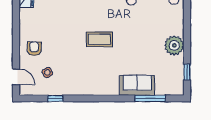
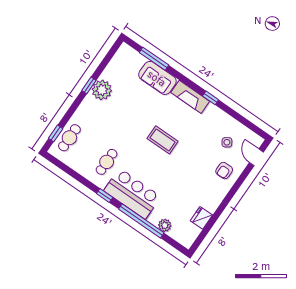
window: (187, 72) -> (89, 85), moved
fireplace: (101, 88) -> (190, 97), added
window: (55, 98) -> (211, 98), moved

